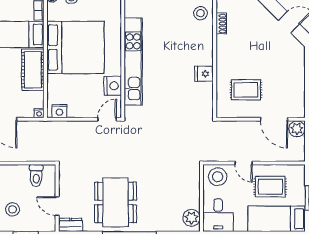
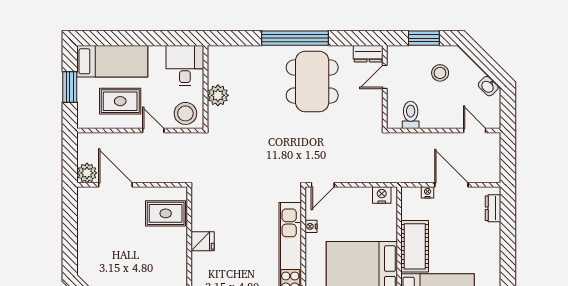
nightstand: (113, 86) -> (311, 226), width x0.53, depth x0.56
rug: (246, 90) -> (166, 213), moved
nightstand: (39, 113) -> (428, 192), moved
door: (57, 206) -> (385, 77), swing flipped
plant: (191, 218) -> (218, 95), moved

